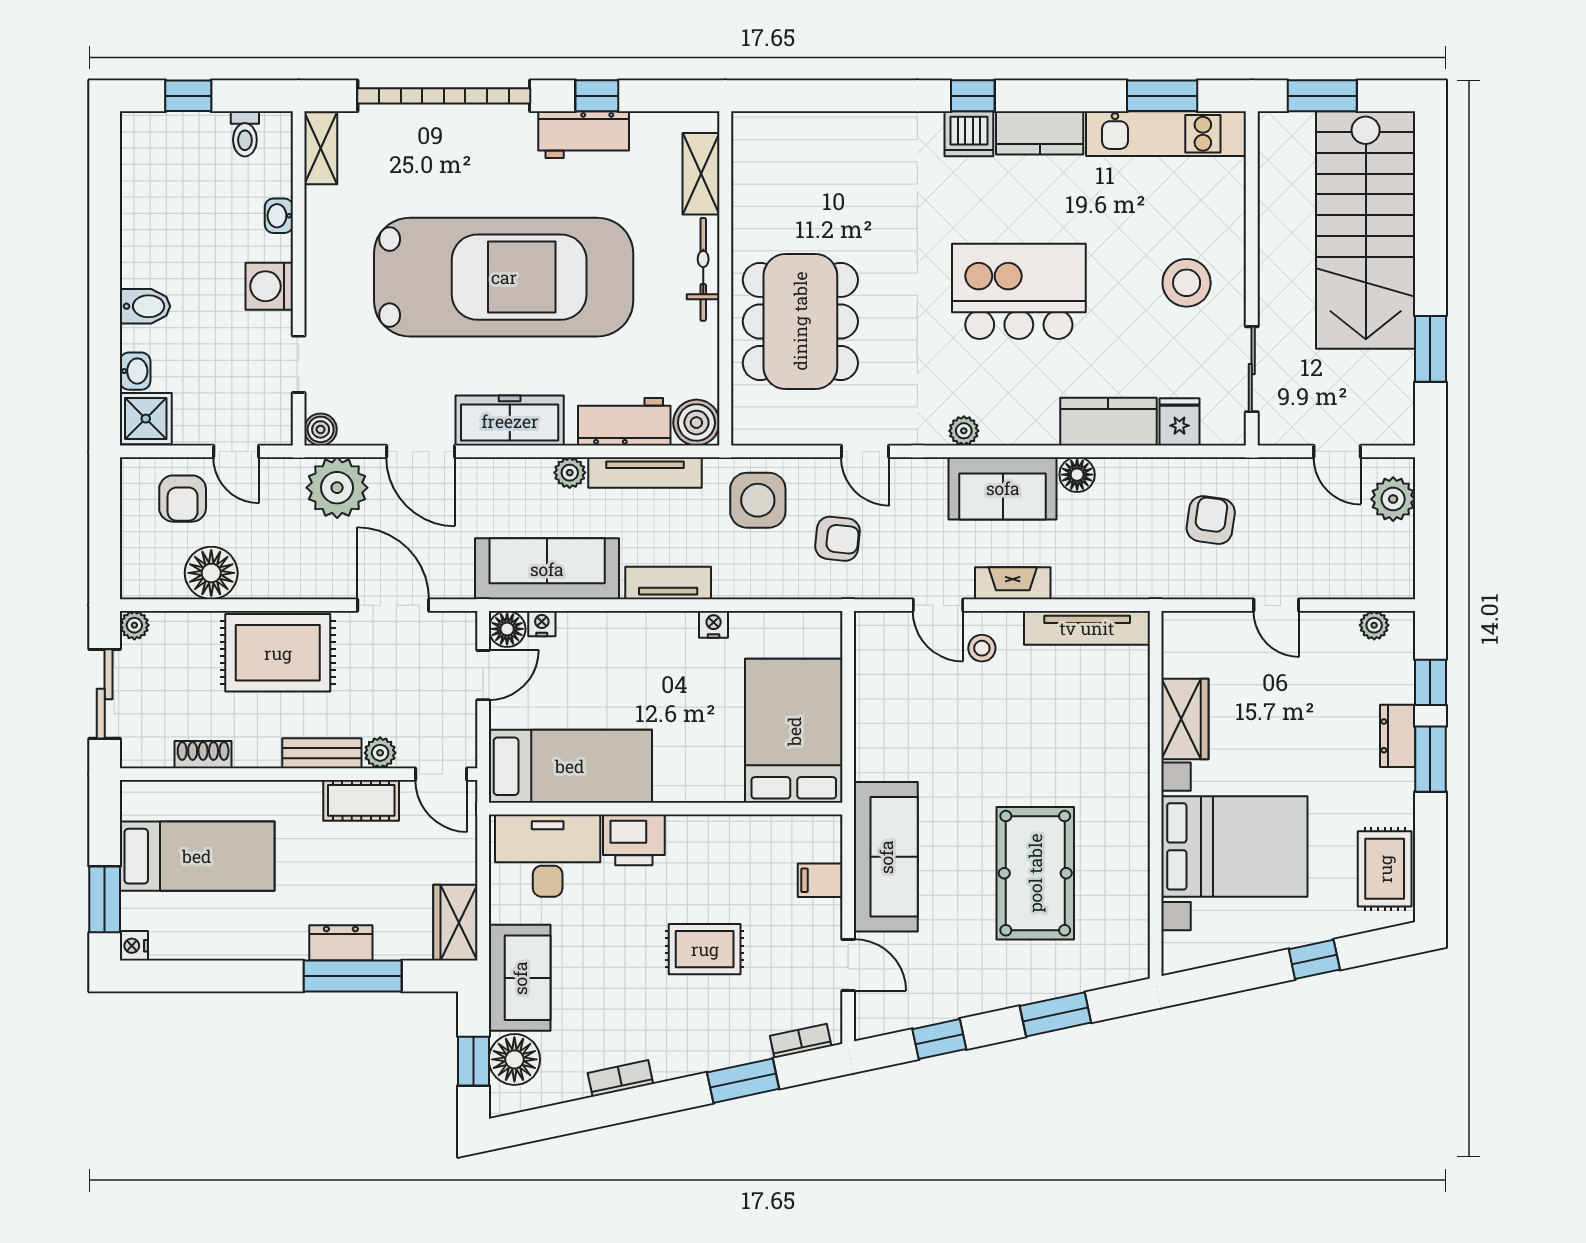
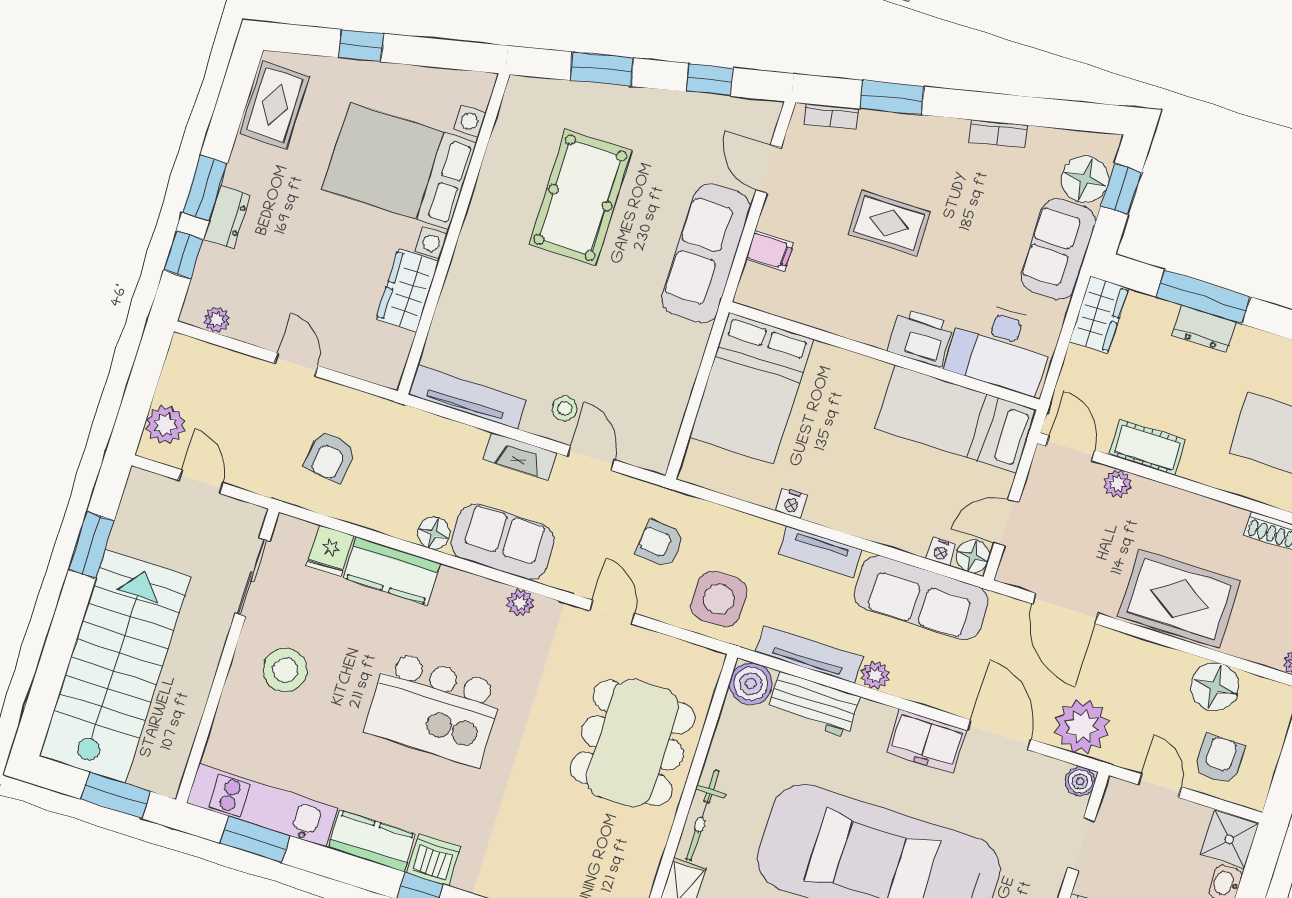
freezer: (510, 421) -> (926, 741), width x0.71
bench: (322, 753) -> (1168, 499), removed

